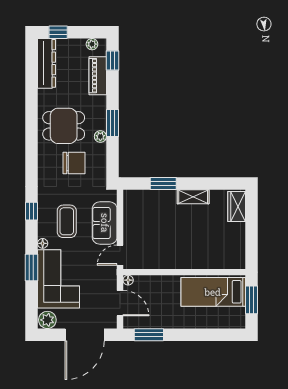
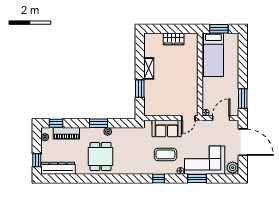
chair: (74, 163) -> (126, 149), removed
wardrobe: (237, 207) -> (174, 39), moved
door: (120, 255) -> (188, 118), hinge flipped

